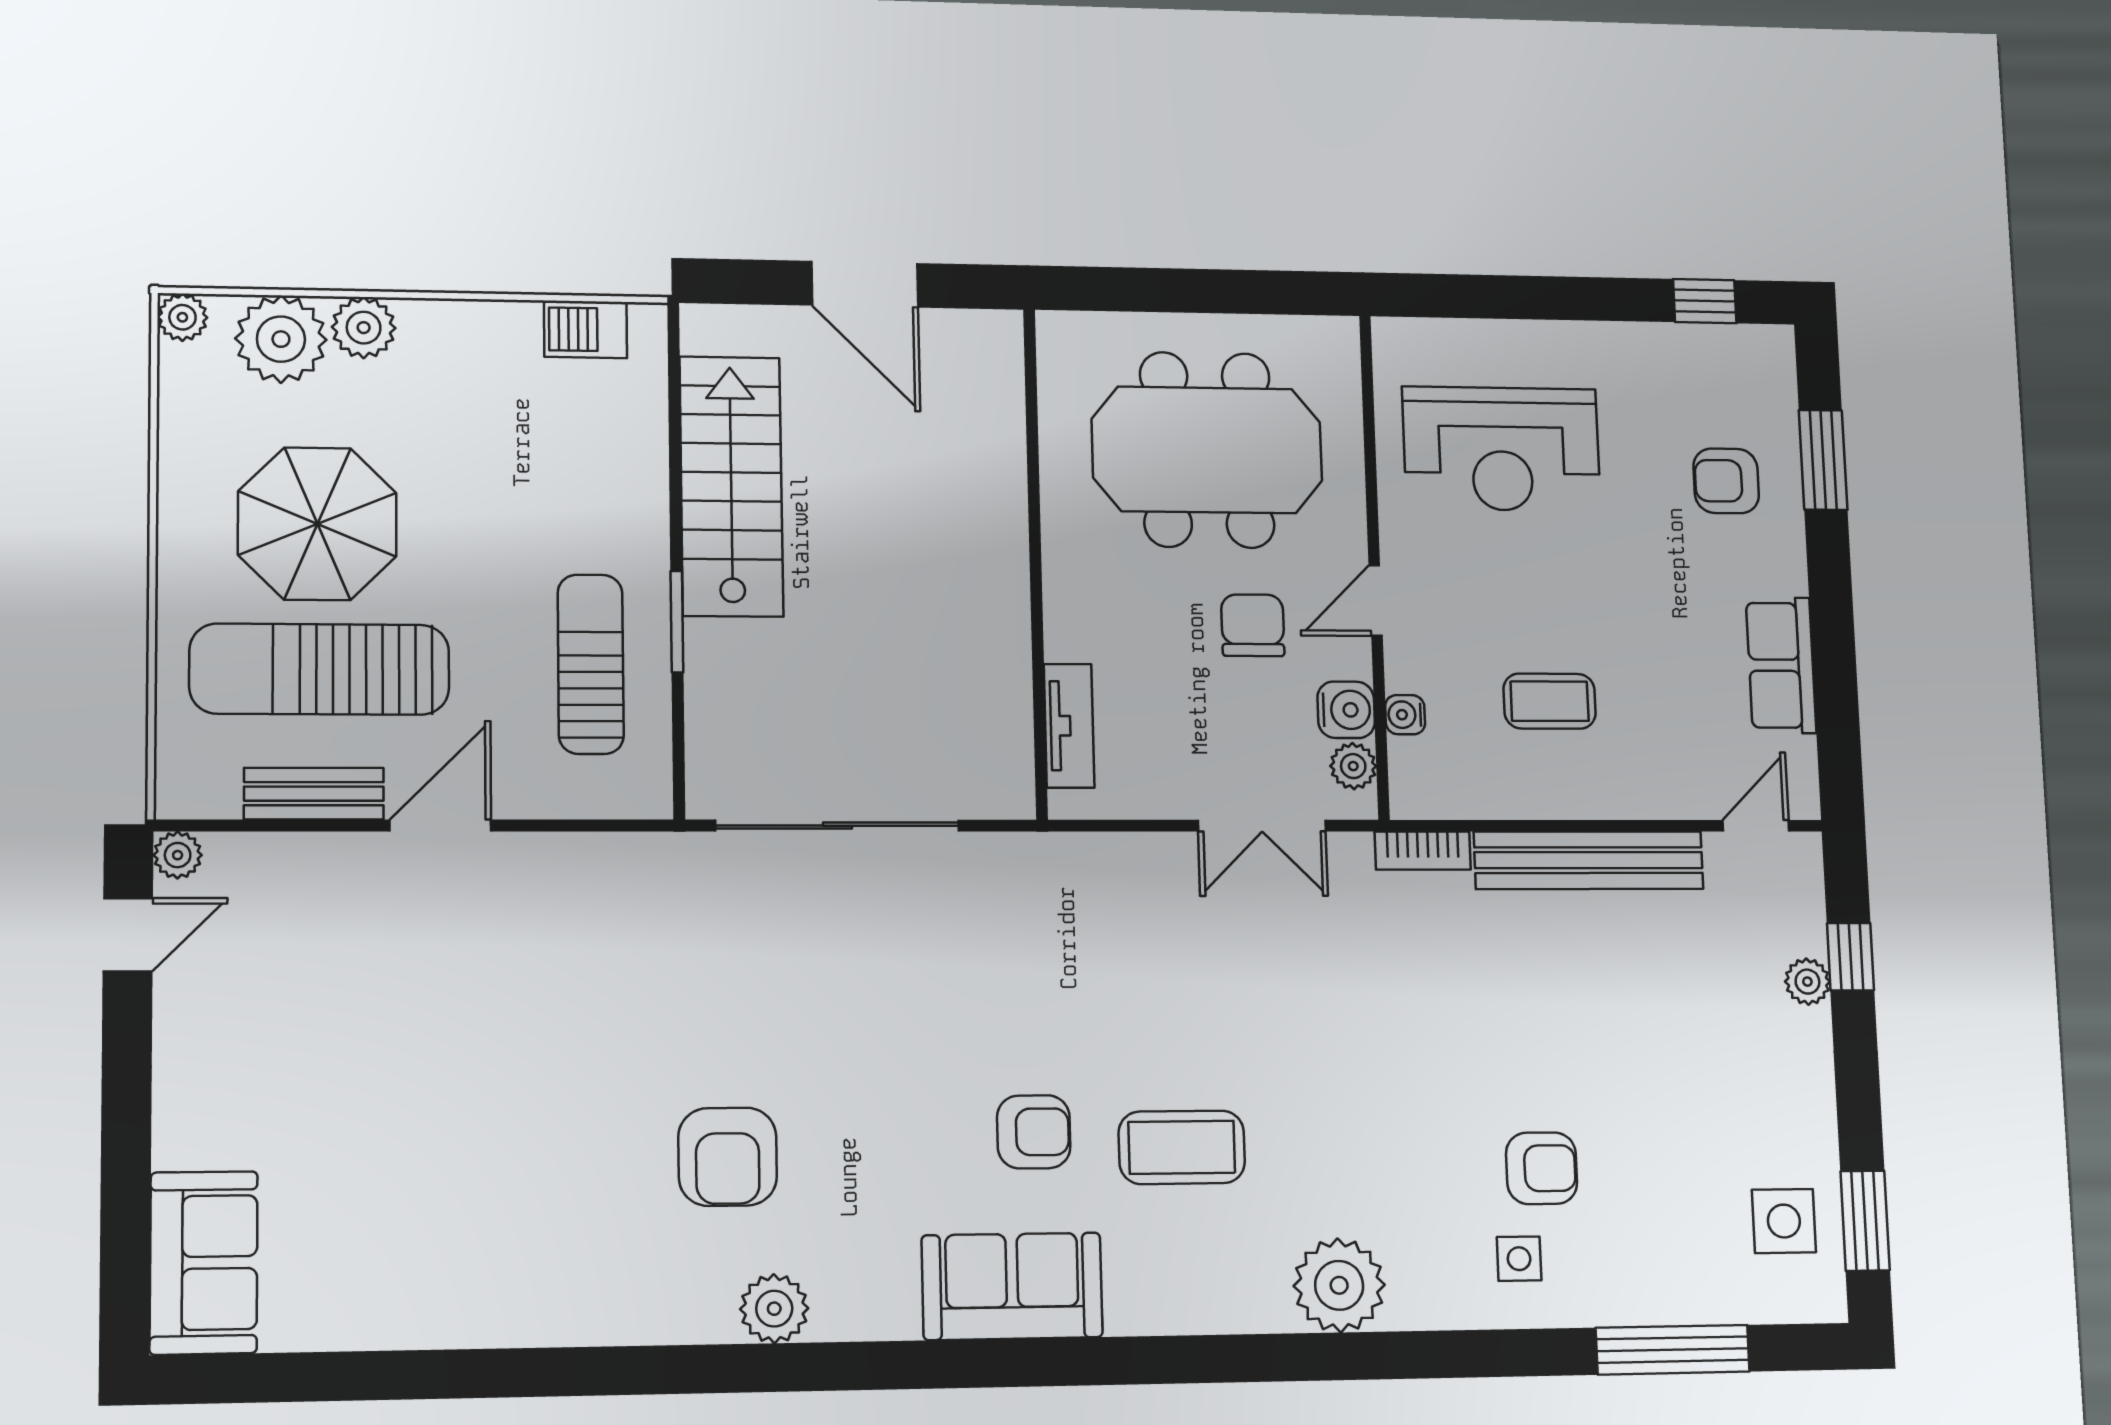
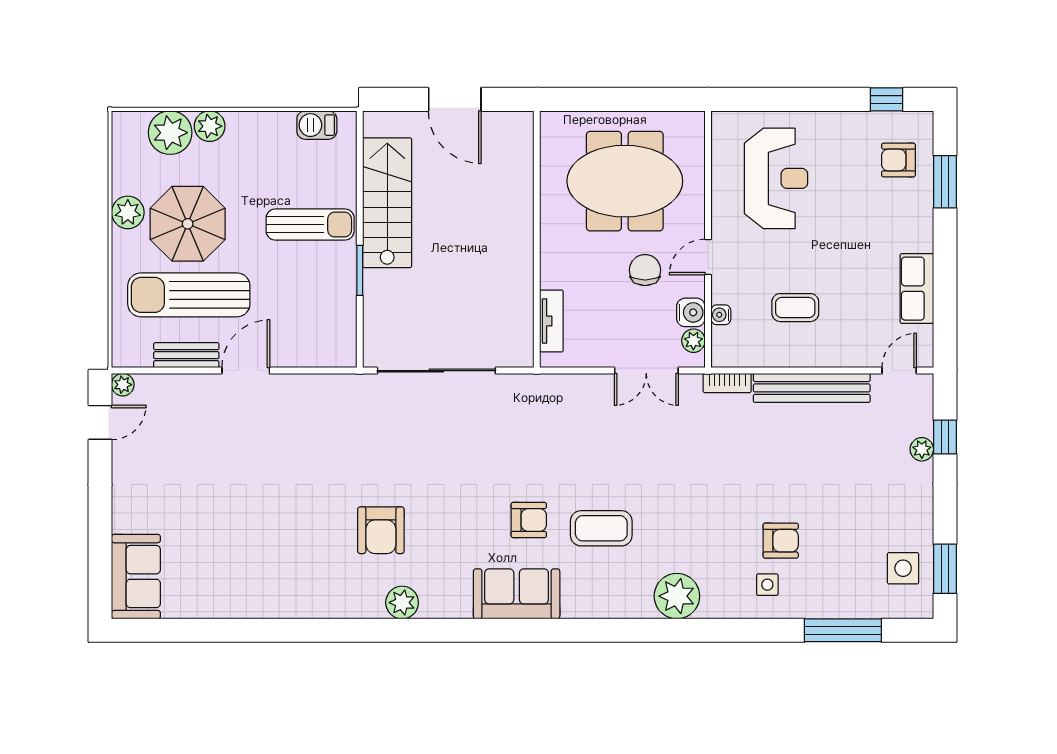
plant: (182, 317) -> (128, 212), moved, width x1.38, depth x1.38
reception desk: (1502, 449) -> (776, 178), turned -90
armchair: (1726, 481) -> (898, 160), moved
sun lounger: (591, 664) -> (310, 225), moved, turned 90

